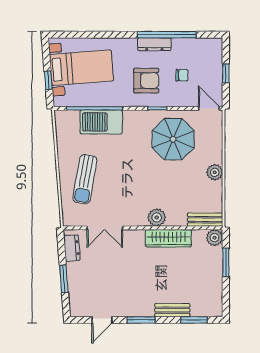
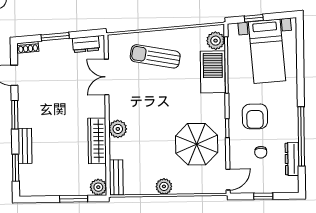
dresser: (154, 44) -> (292, 159), moved
plant: (70, 119) -> (216, 41), added
shoe rack: (74, 306) -> (28, 47), added

